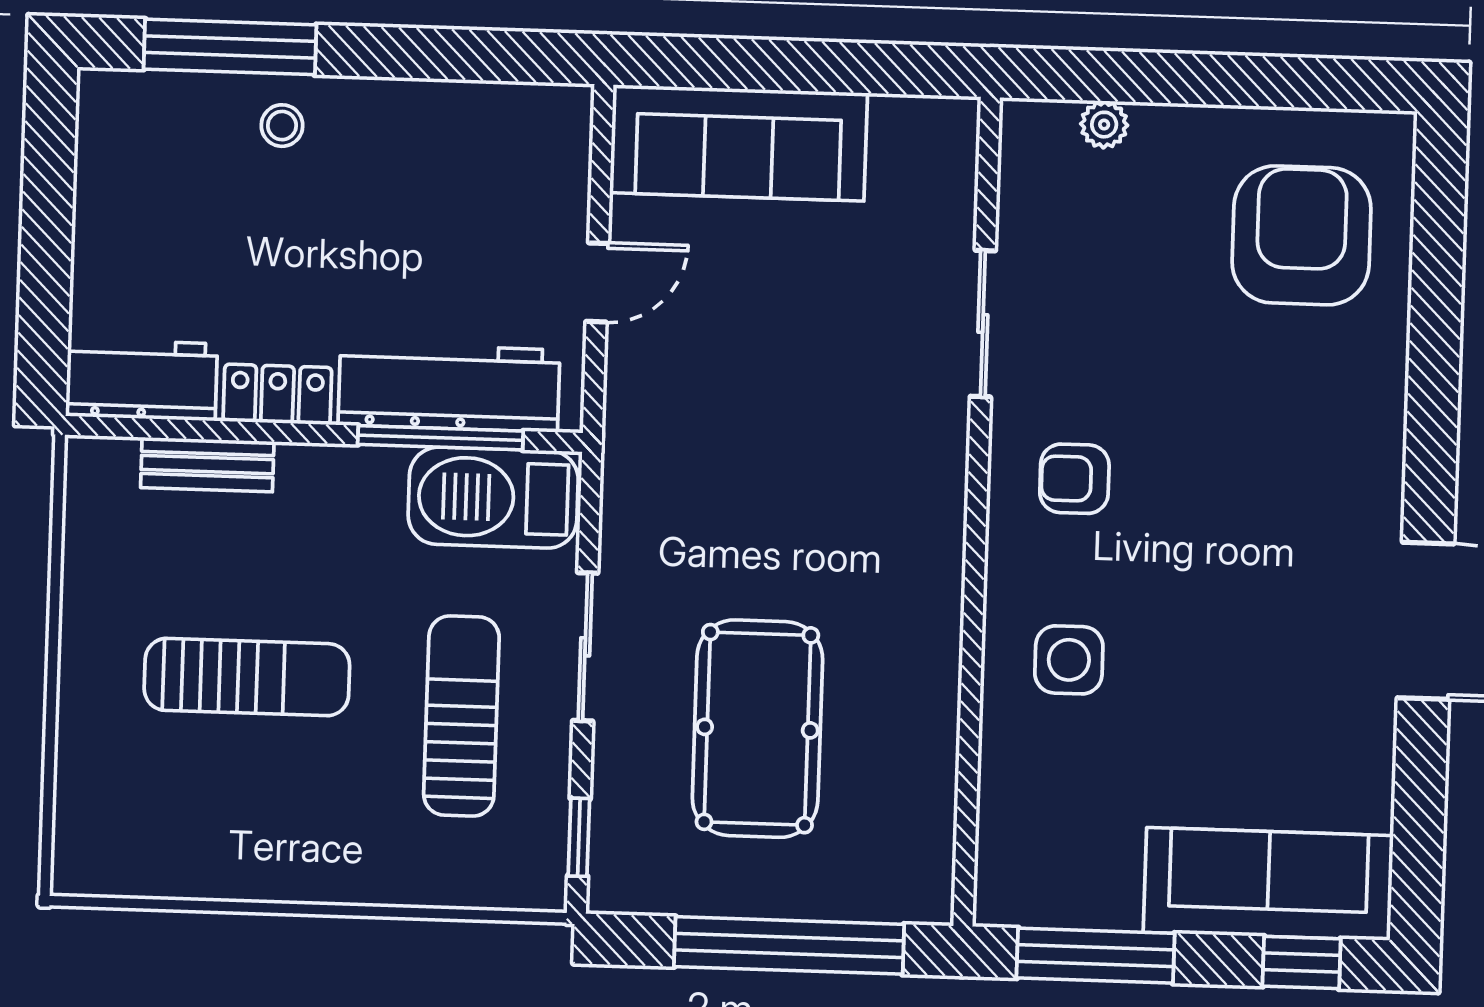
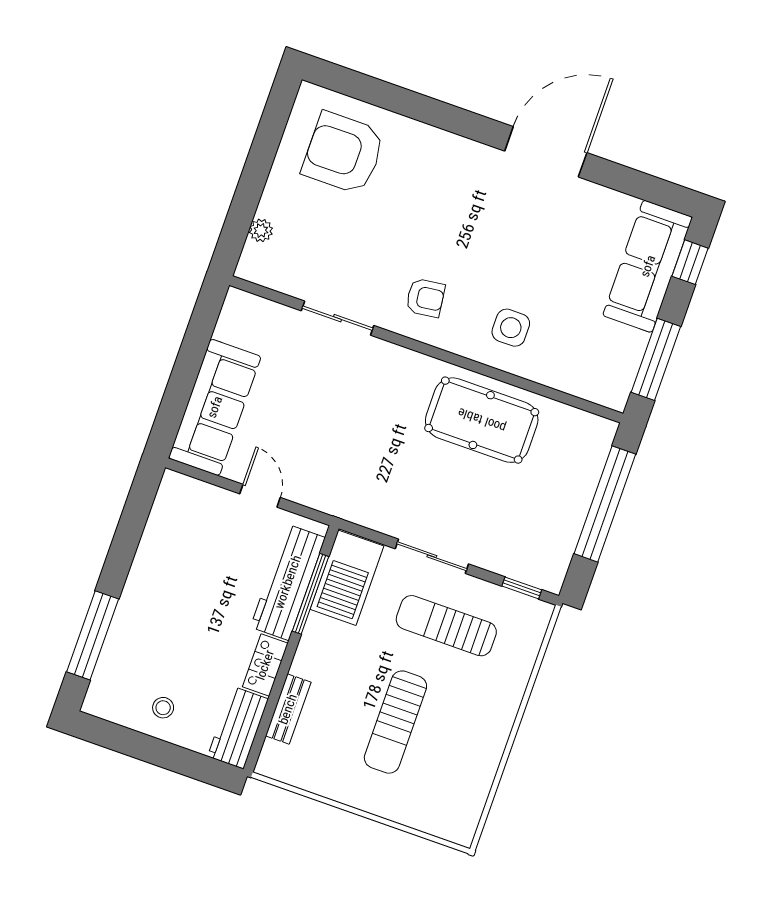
stool: (282, 126) -> (163, 708), moved
armchair: (1074, 479) -> (425, 298), turned -97
sun lounger: (247, 677) -> (395, 722), turned 180
pool table: (757, 729) -> (482, 420), moved

